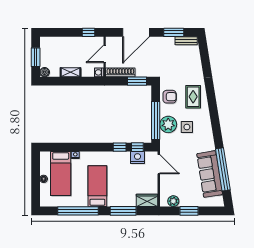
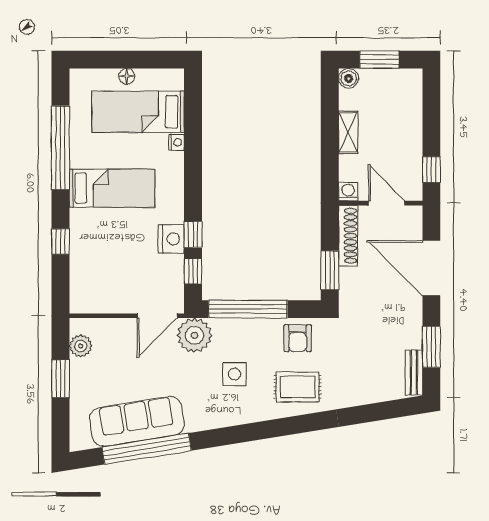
plant: (168, 124) -> (194, 335), moved
nightstand: (137, 157) -> (171, 239), moved
wardrobe: (147, 200) -> (82, 291), removed
window: (123, 211) -> (60, 242), width x0.46

